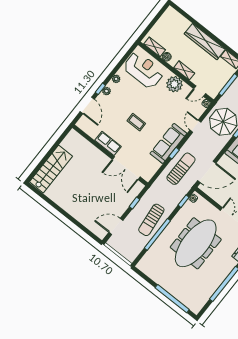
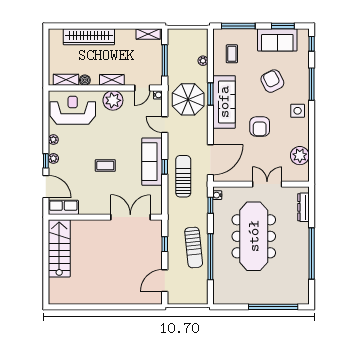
wardrobe: (205, 42) -> (89, 37), moved
row of seats: (108, 143) -> (63, 207), moved
double door: (126, 168) -> (130, 217), swing flipped
stairs: (51, 169) -> (59, 248), moved

